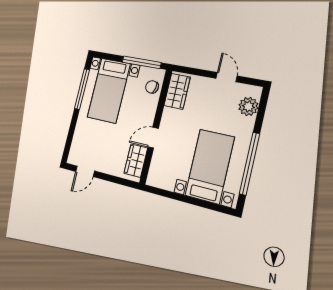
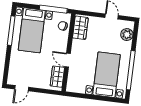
door: (153, 138) -> (68, 60), hinge flipped

